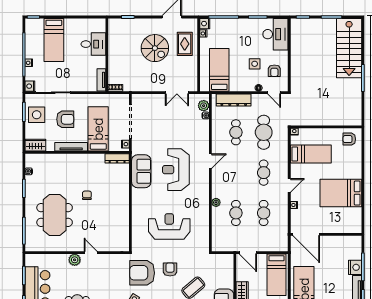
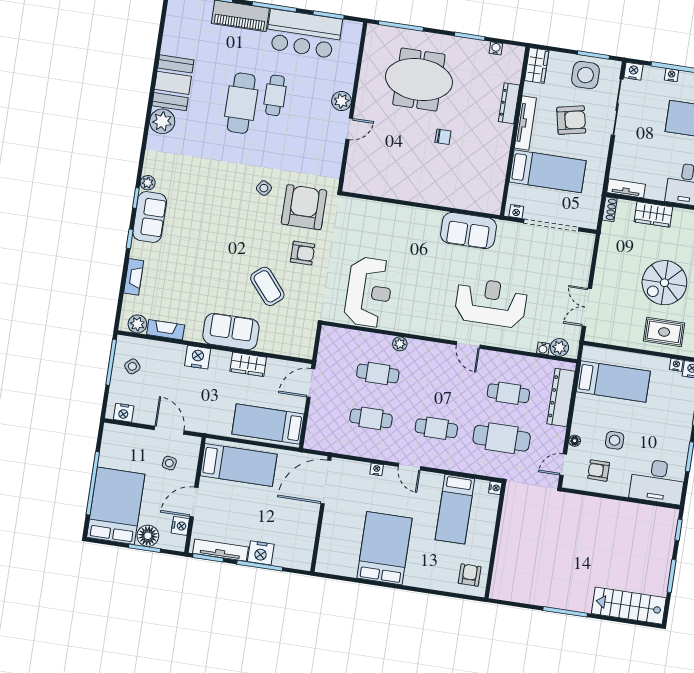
stairs: (349, 48) -> (629, 606), width x0.73, depth x0.66
wardrobe: (115, 61) -> (653, 214), added
armchair: (65, 119) -> (571, 120), turned -102
dresser: (117, 158) -> (509, 103), moved
reception desk: (176, 170) -> (491, 303), moved
reception desk: (169, 226) -> (369, 292), moved

